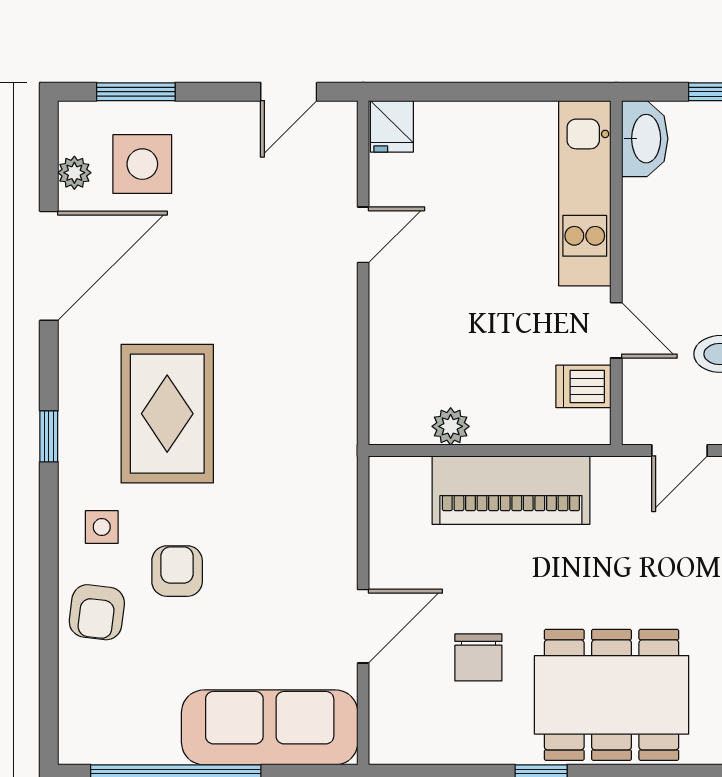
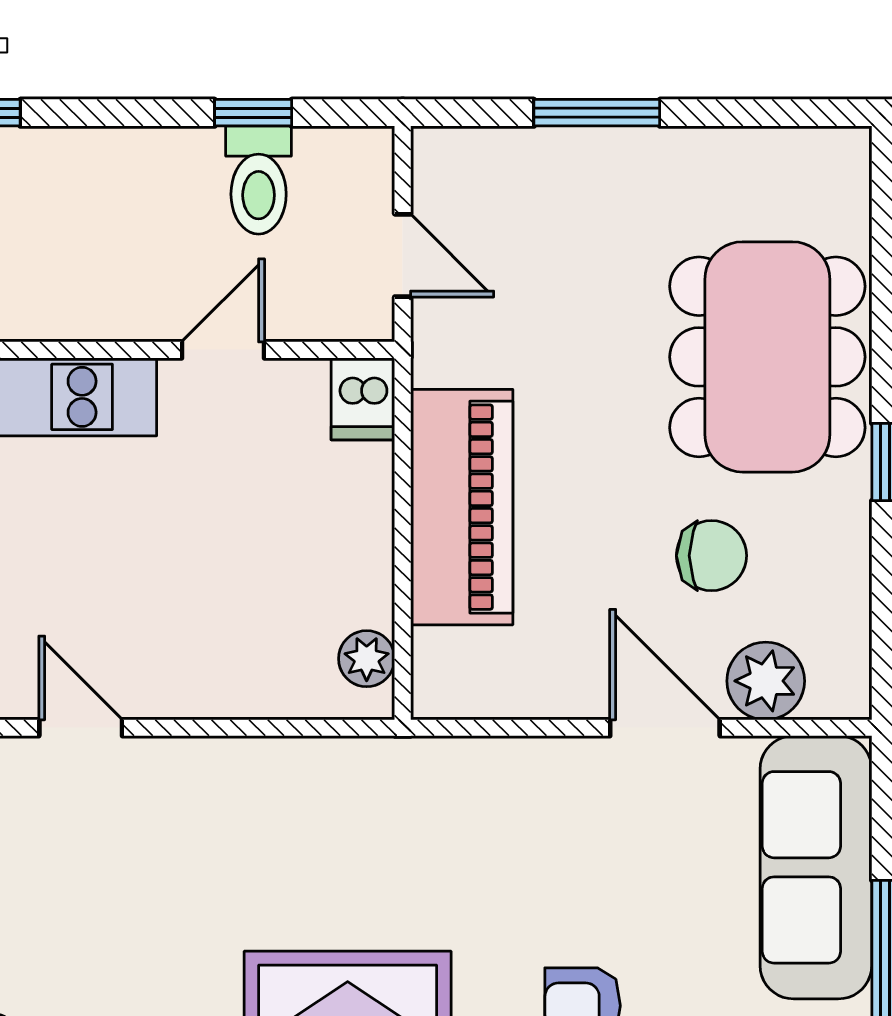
dishwasher: (583, 386) -> (363, 399), moved
plant: (451, 426) -> (367, 659), moved
plant: (394, 694) -> (766, 681), added

